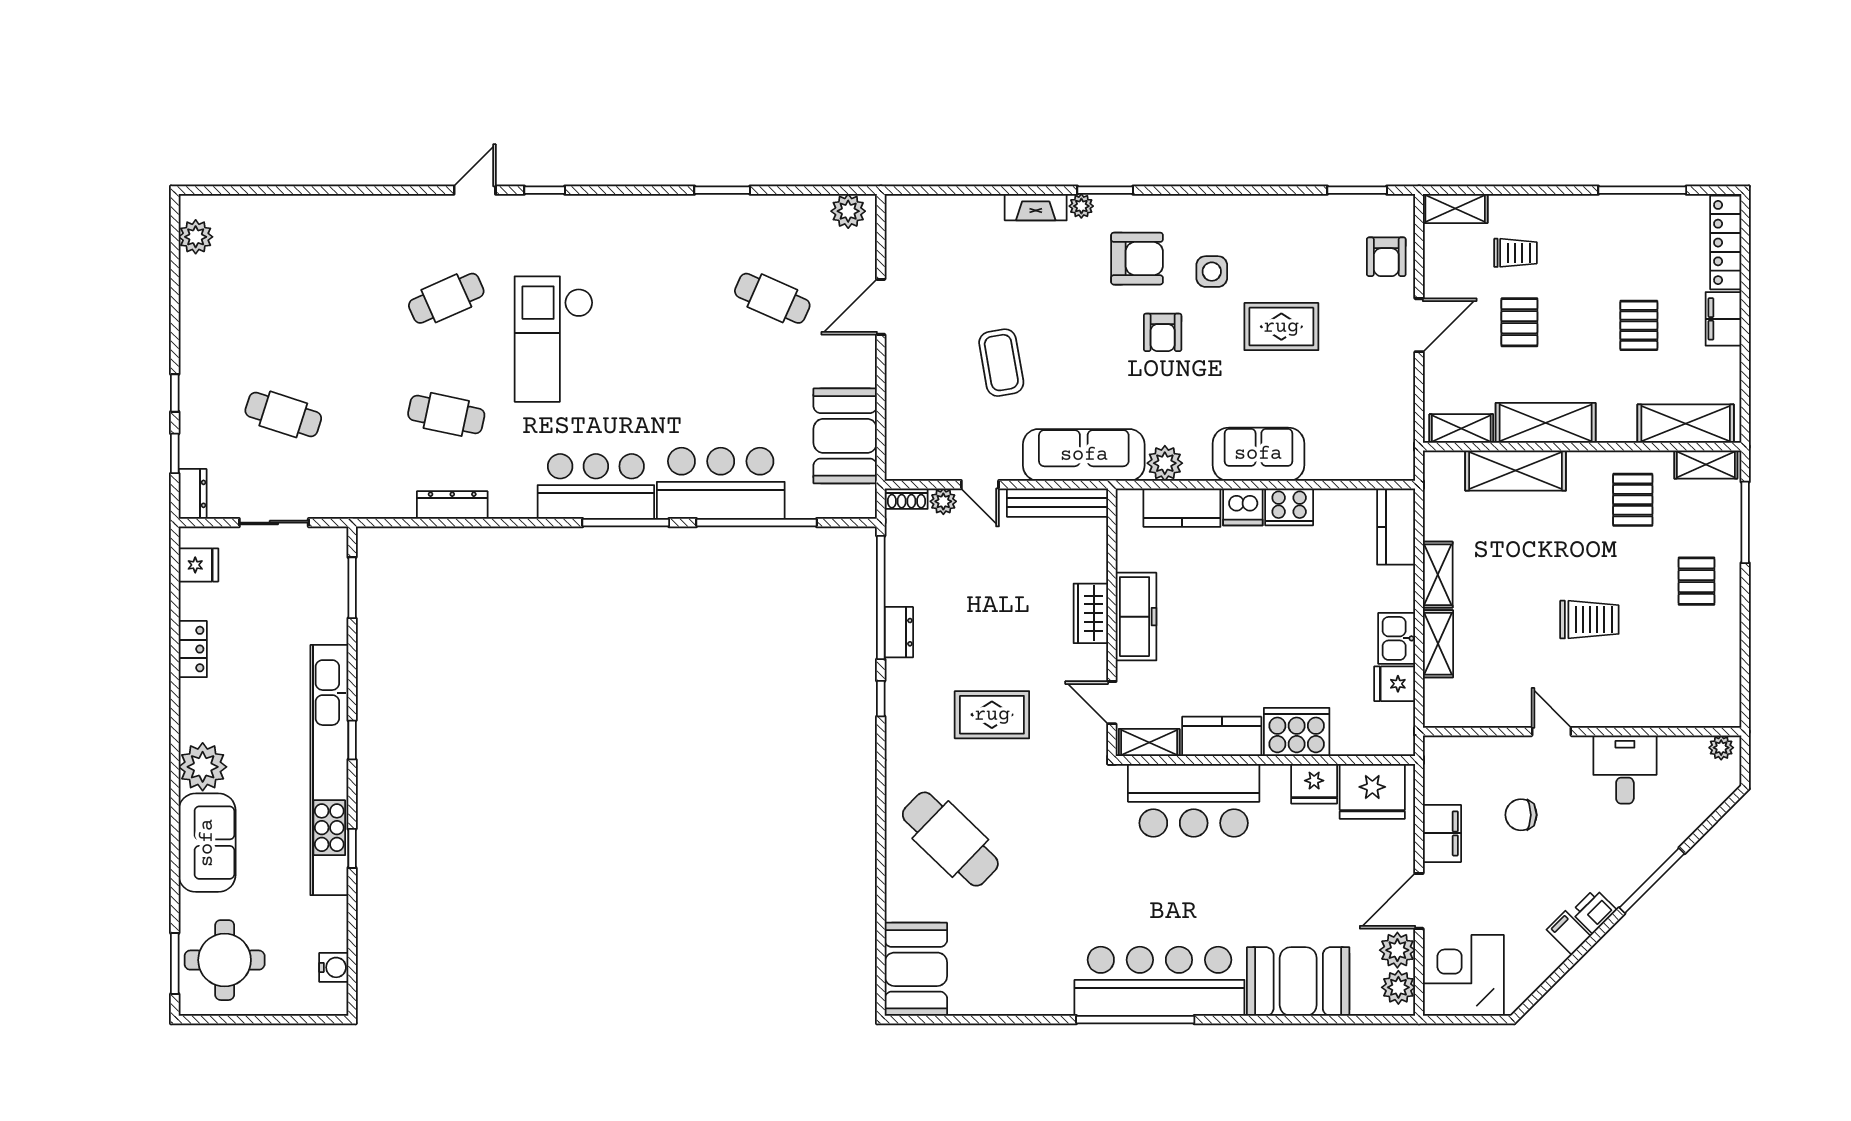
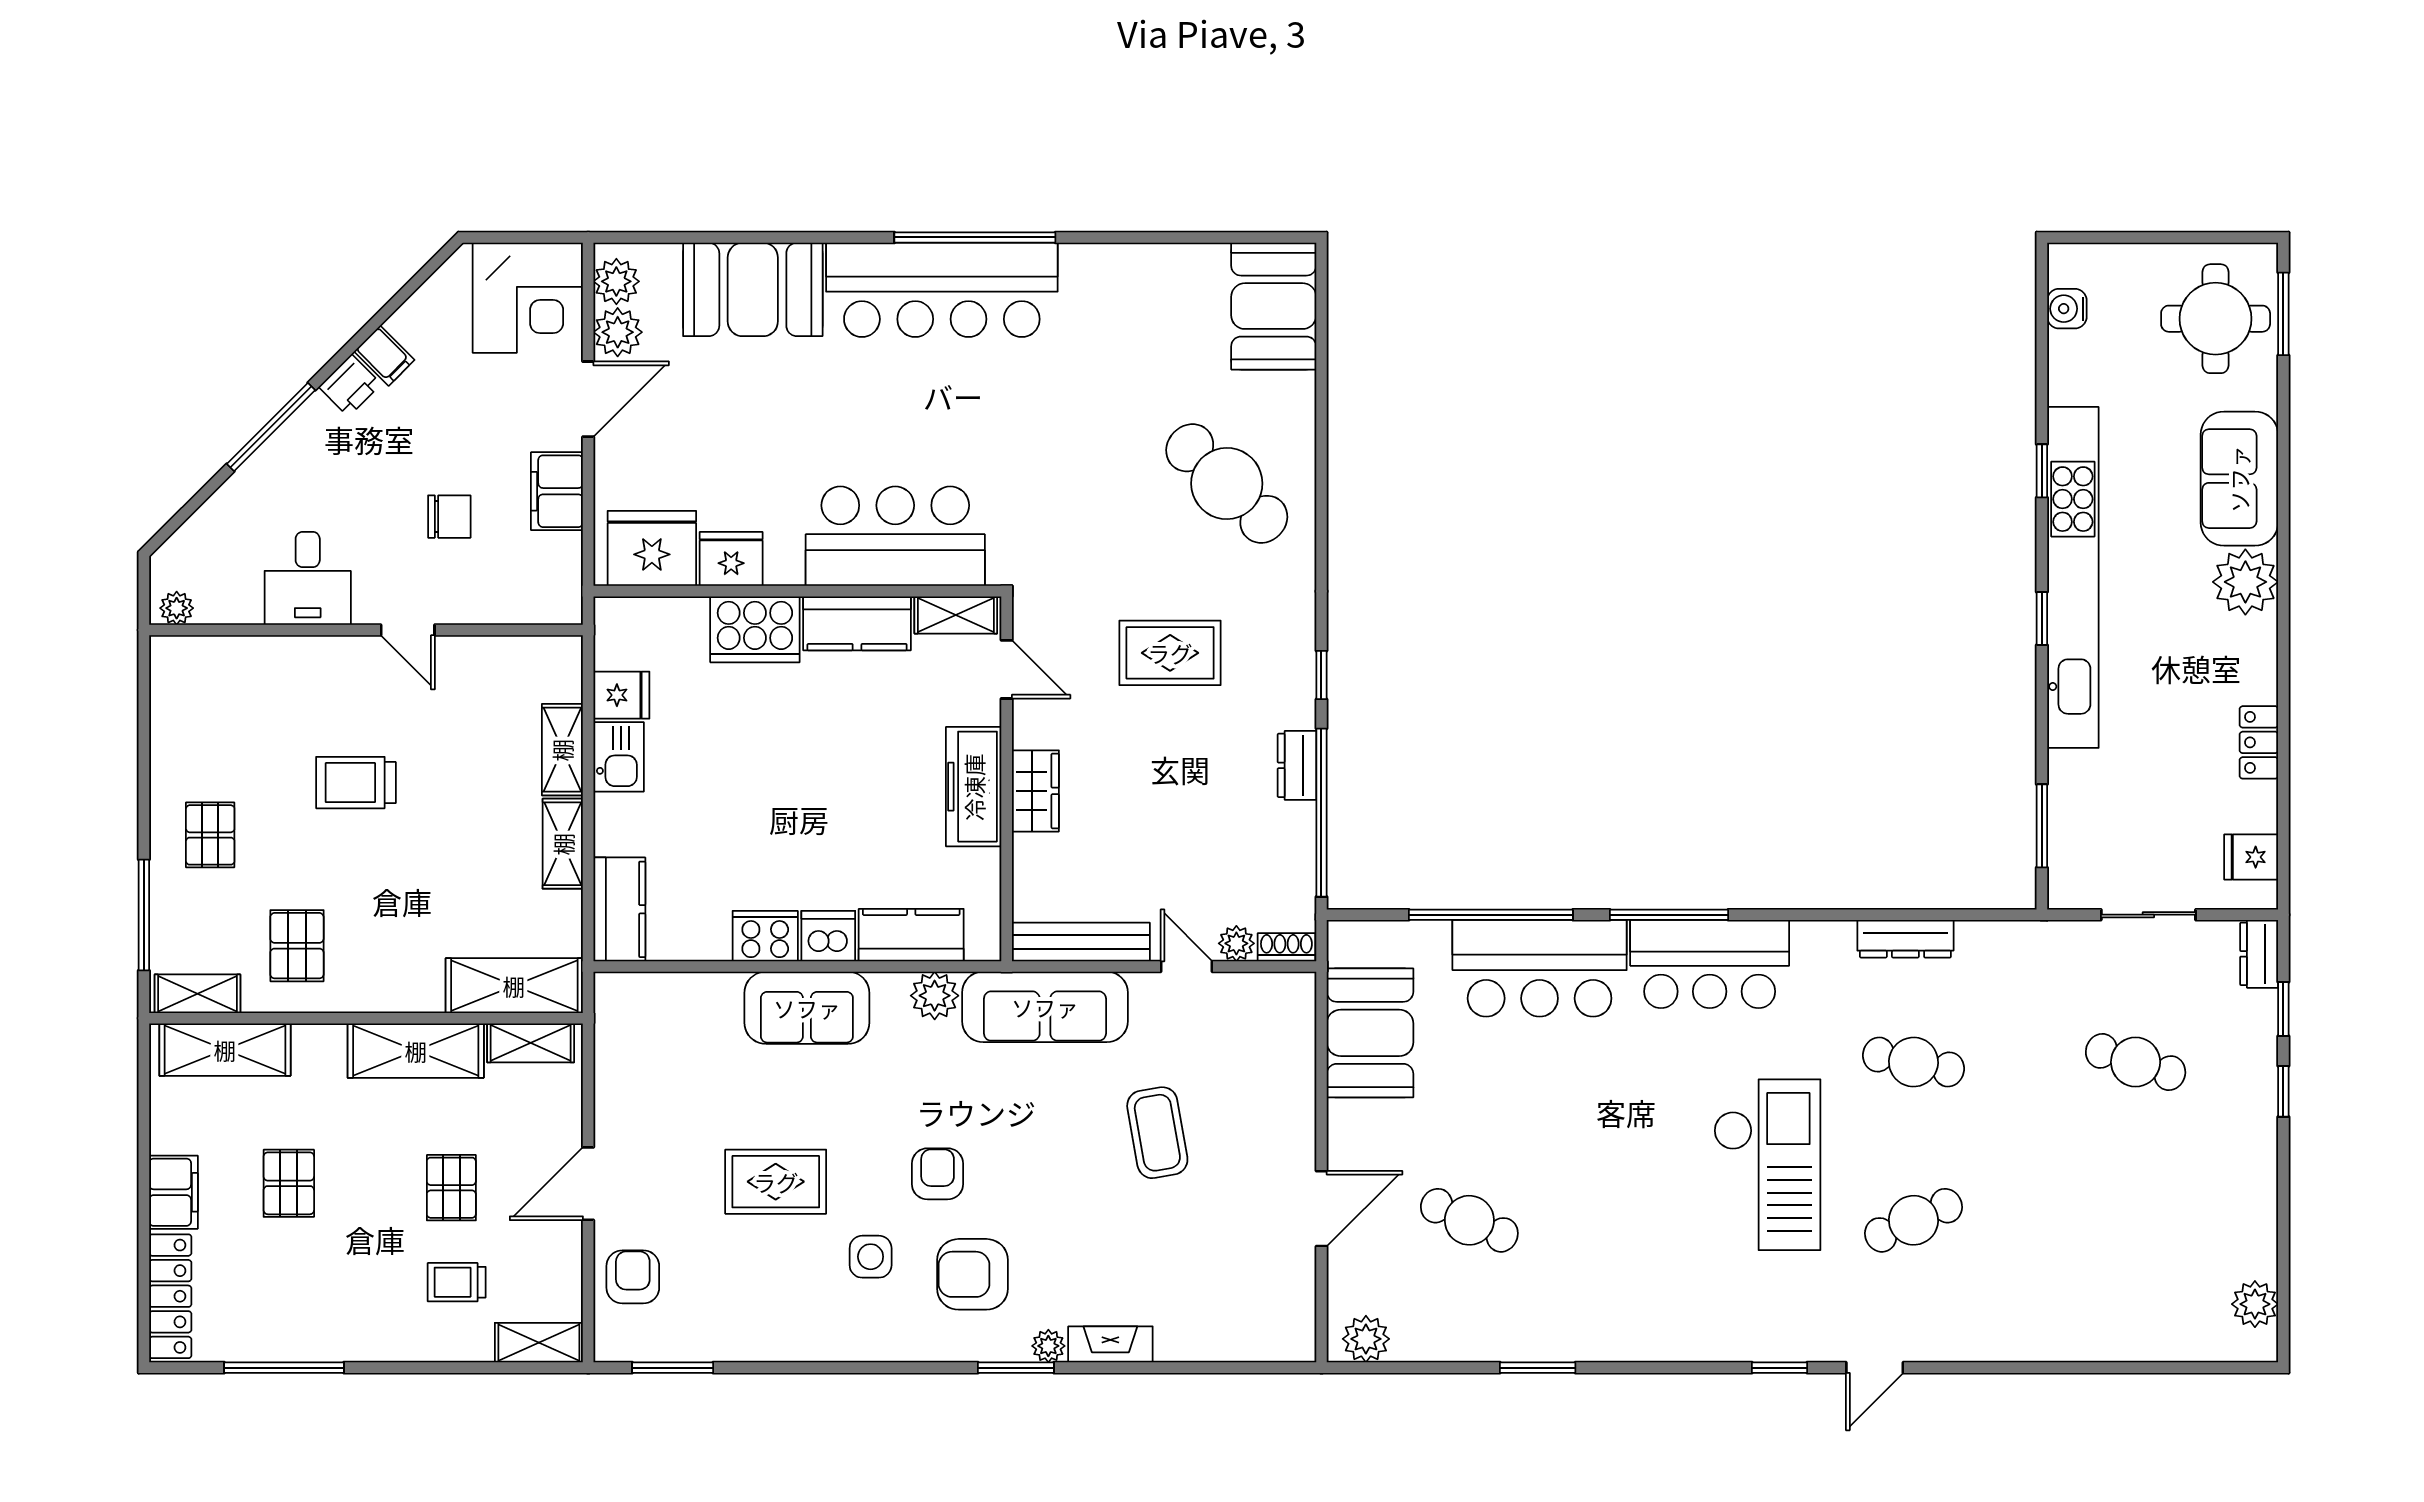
shelving: (1516, 471) -> (514, 986), moved

